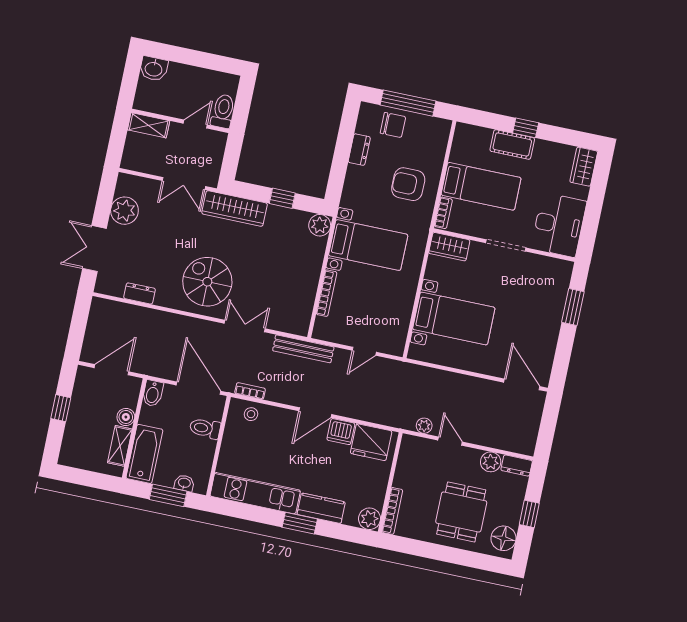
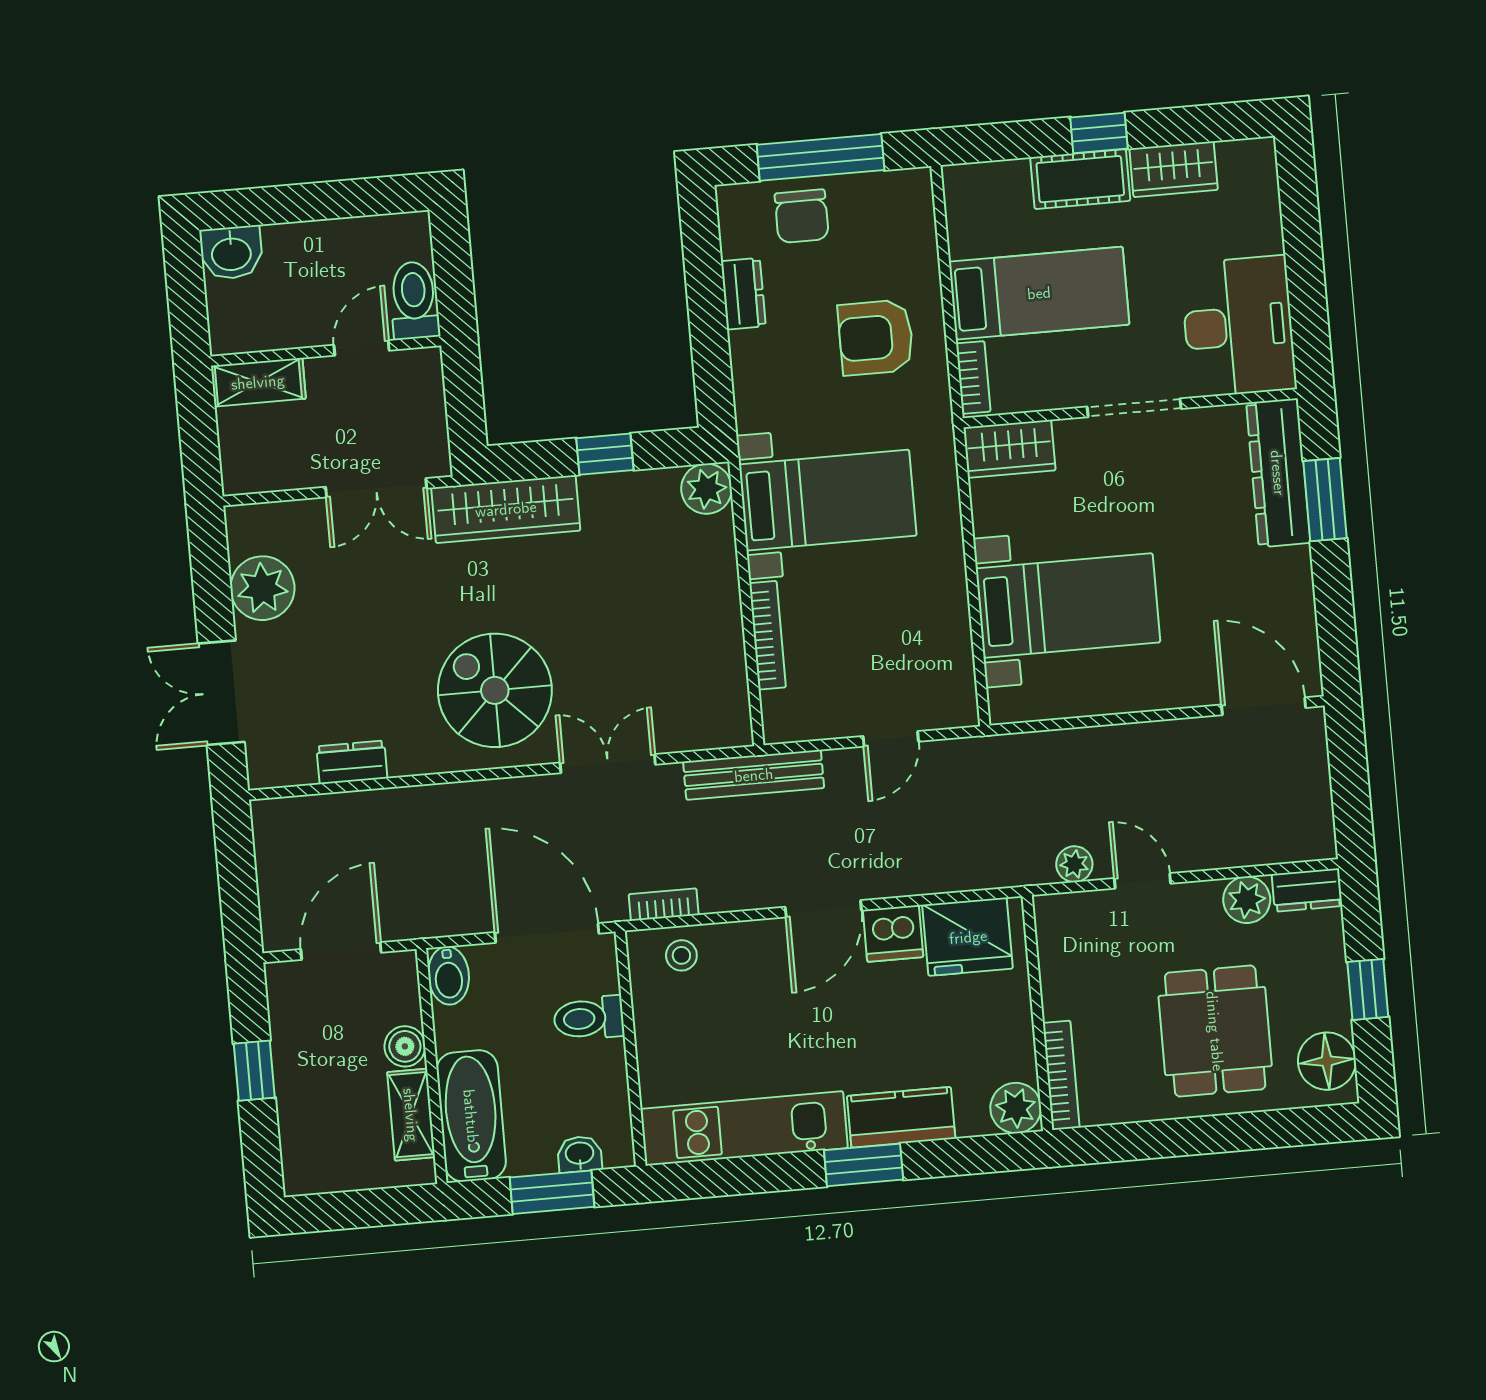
chair: (393, 125) -> (802, 216), turned 90
wardrobe: (584, 167) -> (1174, 169), moved, turned -90
dresser: (557, 290) -> (1278, 473), added

